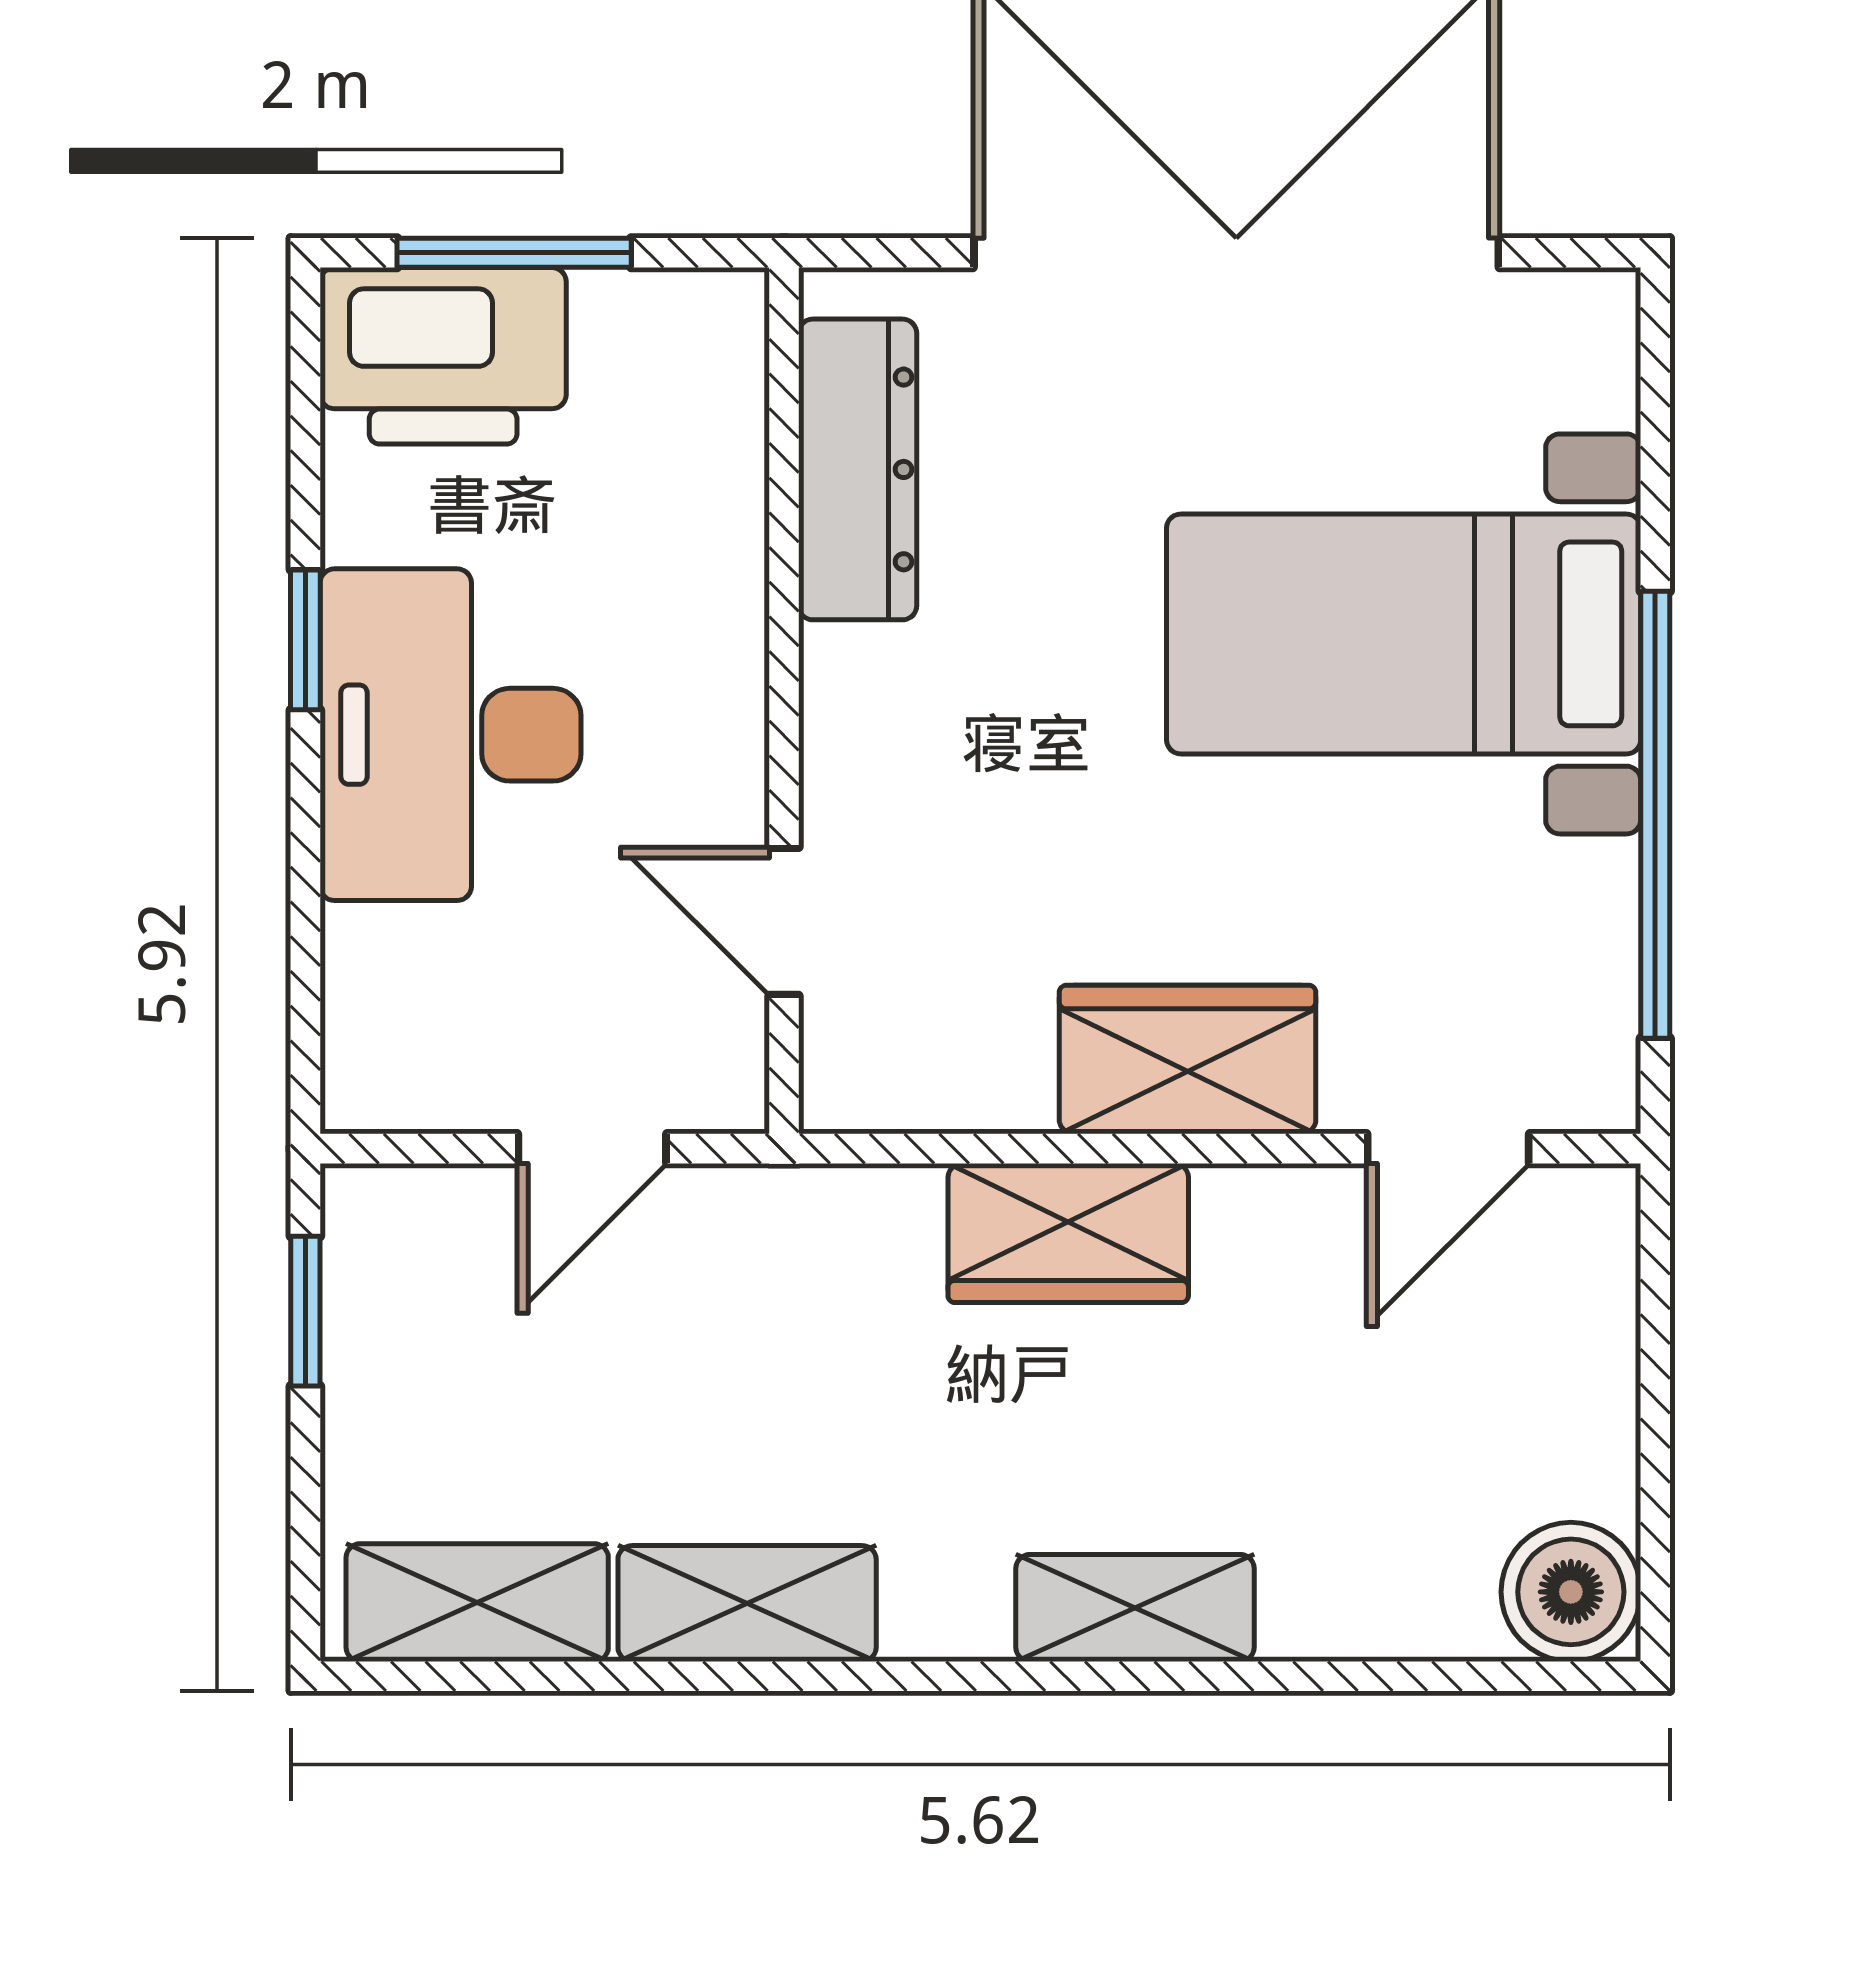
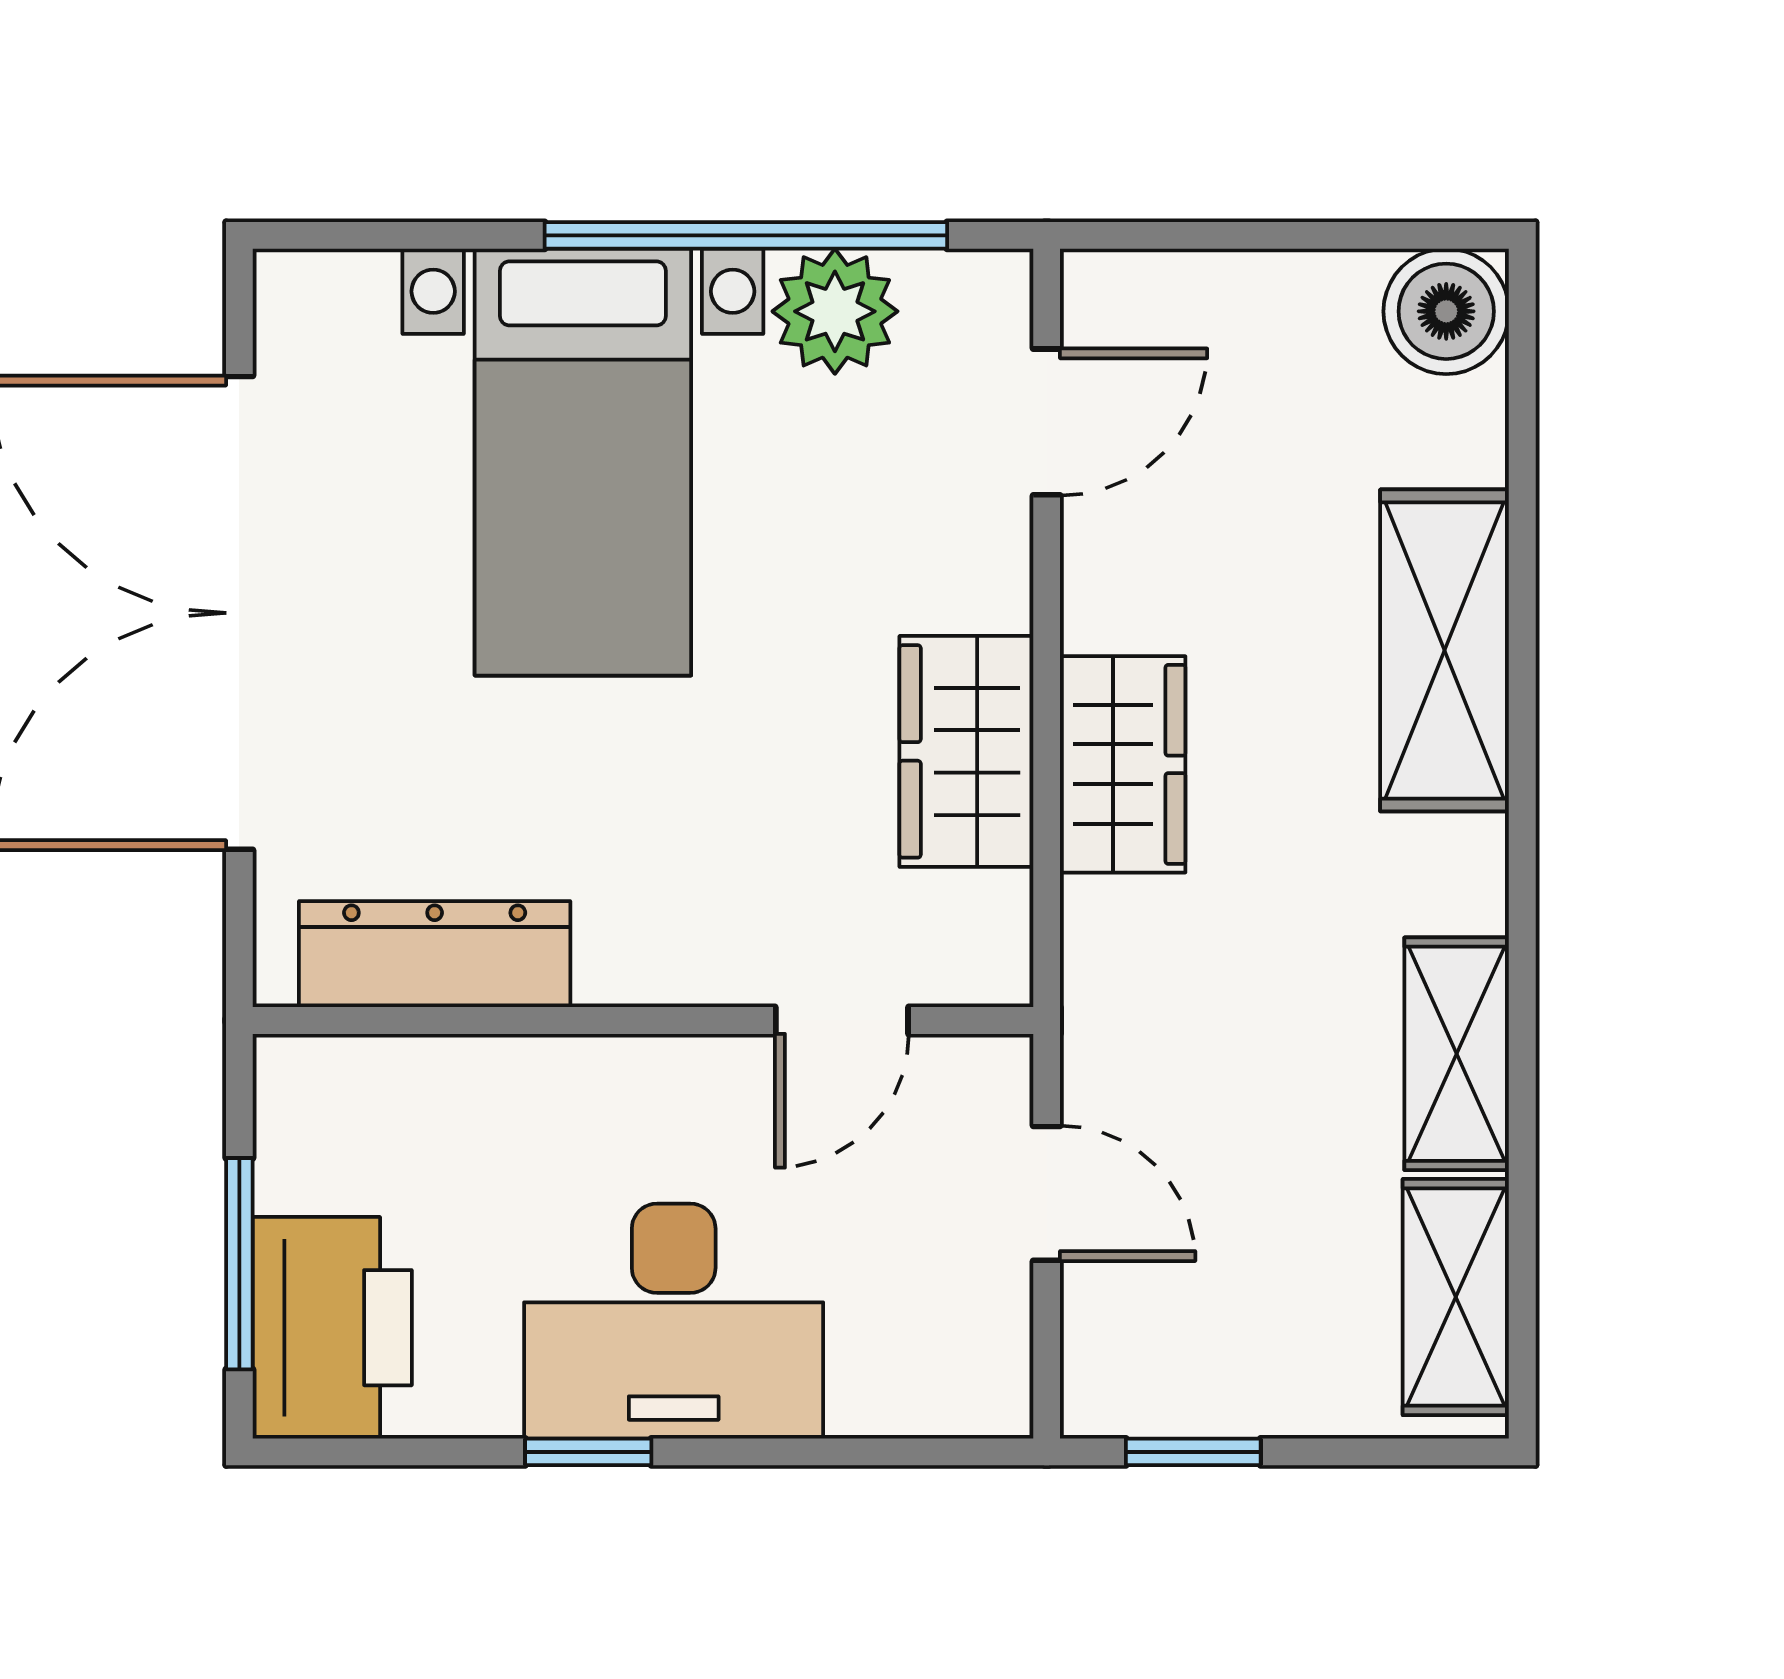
plant: (1571, 914) -> (835, 311), added
wardrobe: (1188, 1059) -> (966, 751), moved
door: (1448, 1149) -> (1047, 422), hinge flipped
shelving: (1135, 1608) -> (1445, 650), width x1.50, depth x1.33

